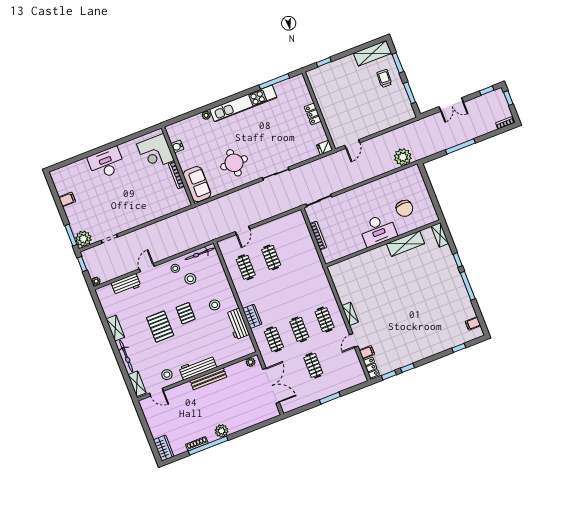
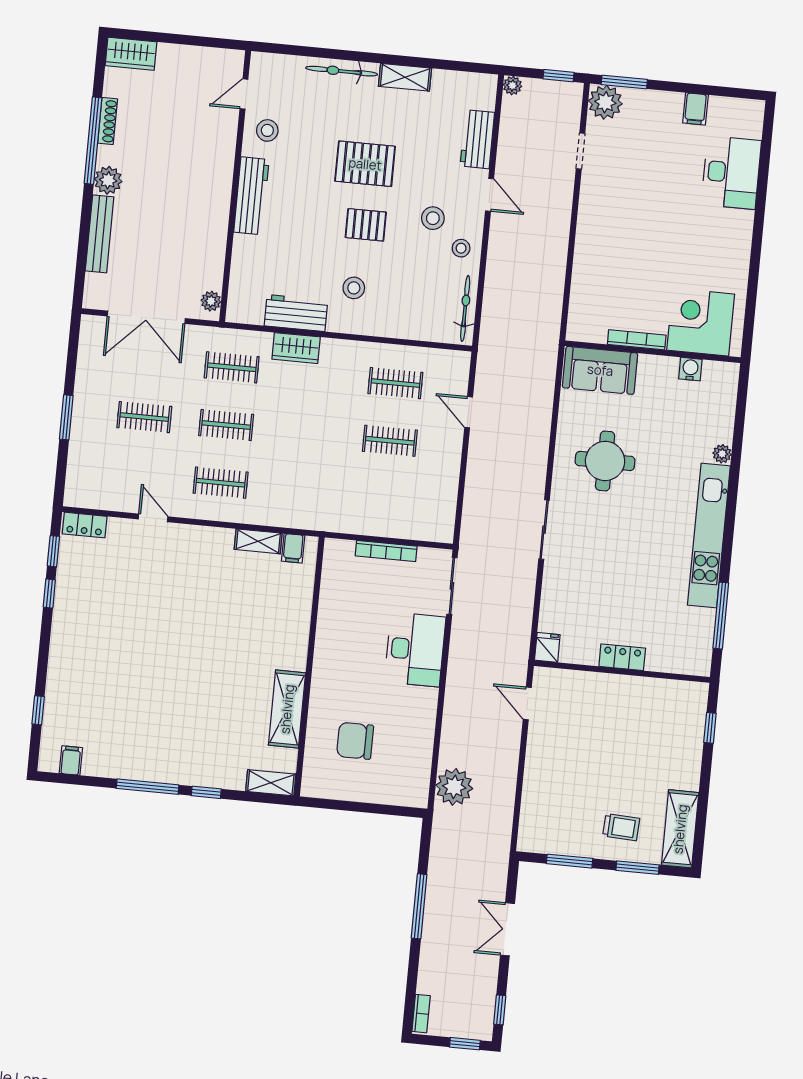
desk: (106, 163) -> (731, 173), moved
desk: (378, 230) -> (415, 649), moved, turned 180
stool: (190, 279) -> (433, 218), moved
shelving: (350, 314) -> (258, 541), moved
filing cabinet: (367, 352) -> (293, 548), moved
bench: (208, 379) -> (100, 234), moved
shelving: (137, 384) -> (279, 65), removed

